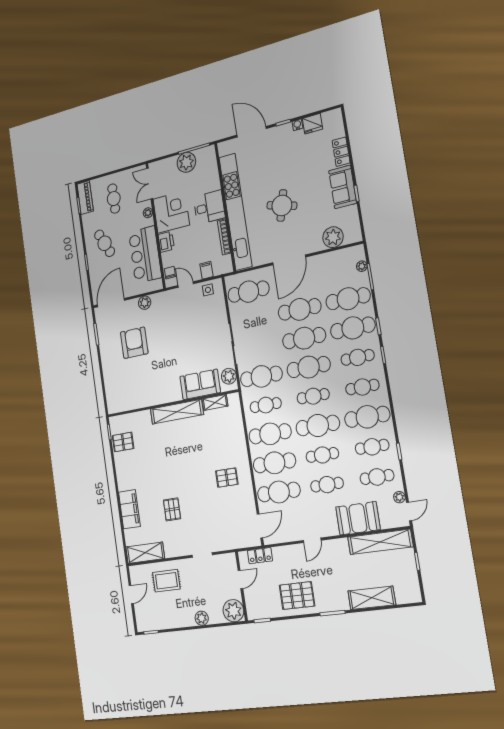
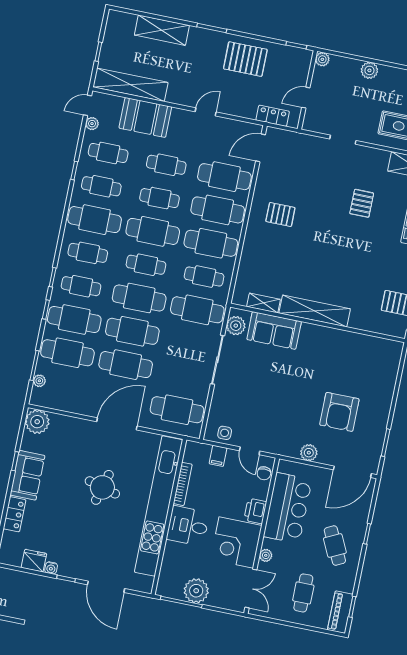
plant: (333, 237) -> (37, 422), moved
plant: (233, 611) -> (322, 59), width x0.53, depth x0.53

